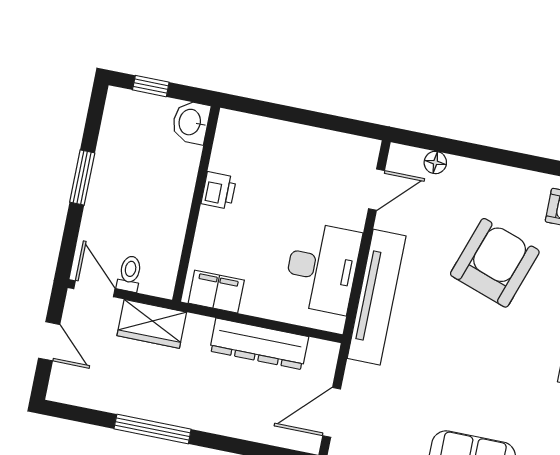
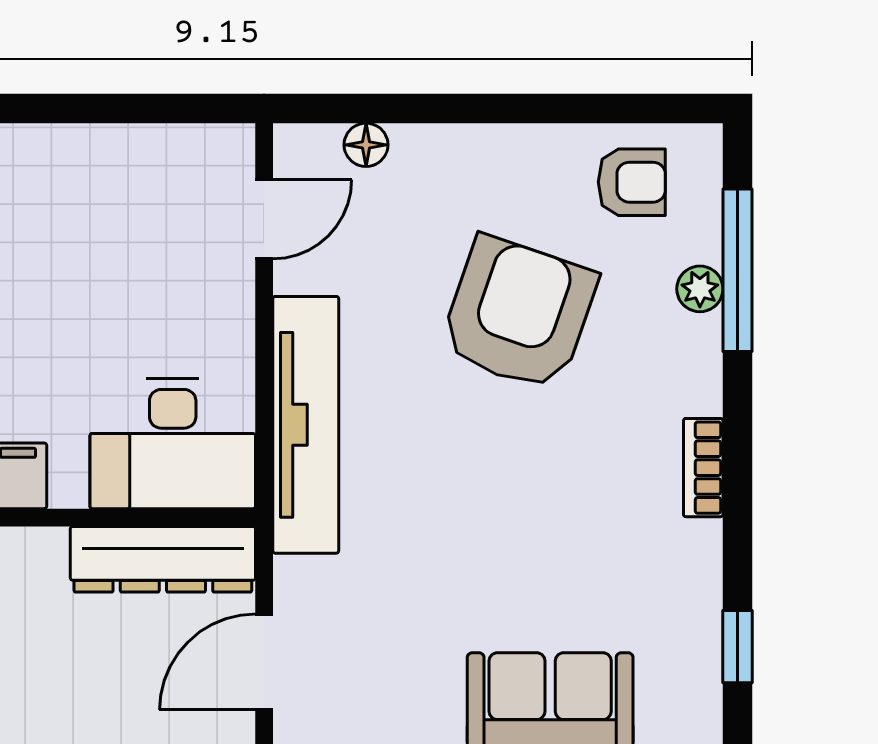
desk: (322, 268) -> (173, 444), moved, turned 90
dresser: (259, 344) -> (163, 559), moved

